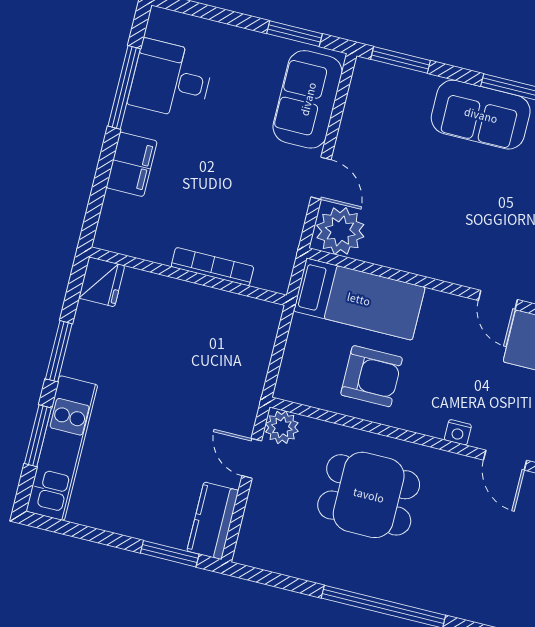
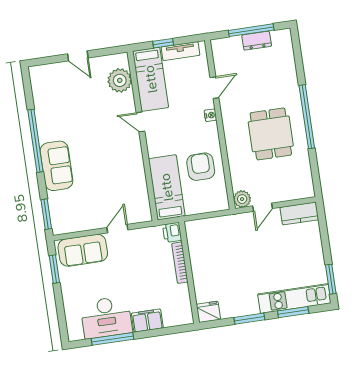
desk: (171, 79) -> (106, 317), width x1.37
plant: (340, 231) -> (138, 209), removed
printer: (273, 275) -> (172, 232), added
door: (498, 300) -> (140, 122), swing flipped
dining table: (369, 495) -> (271, 134), moved
window: (170, 554) -> (331, 279), moved

